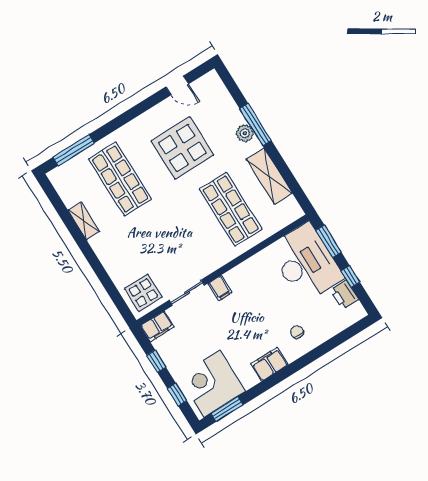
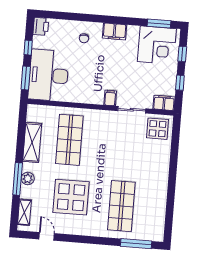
shelving: (84, 221) -> (24, 212), moved
printer: (344, 295) -> (41, 26), moved

